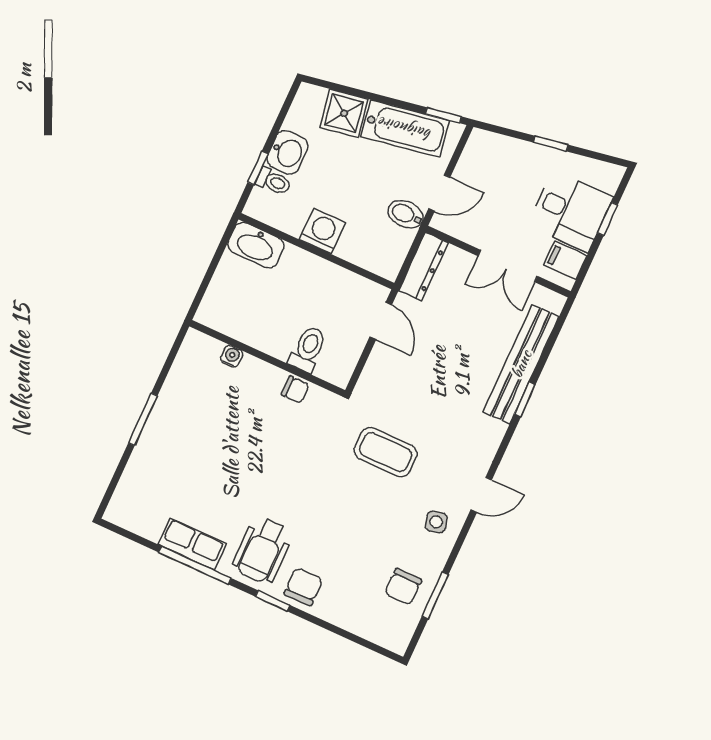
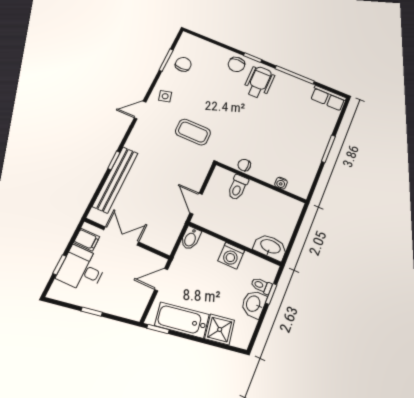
bidet: (406, 214) -> (191, 238), moved, turned 90
dresser: (423, 267) -> (171, 235), removed
row of seats: (192, 544) -> (328, 98), moved

